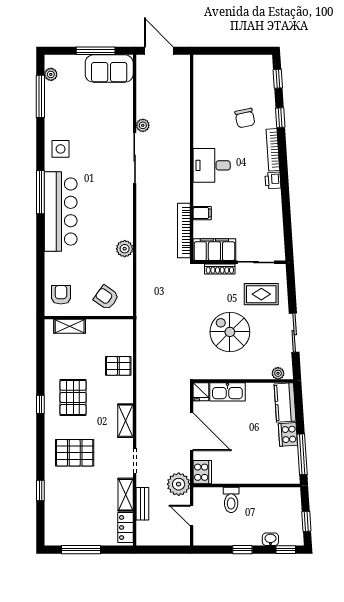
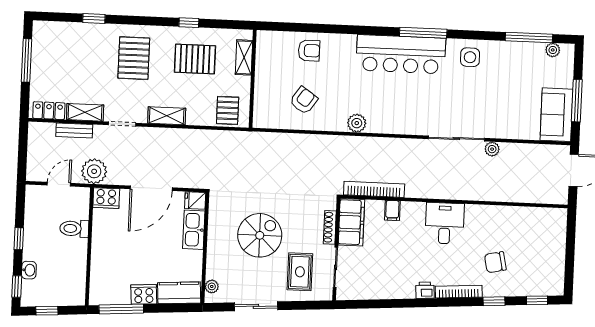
wall: (89, 318) -> (253, 79), moved
shelving: (70, 326) -> (244, 57), moved

